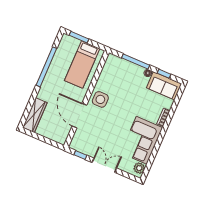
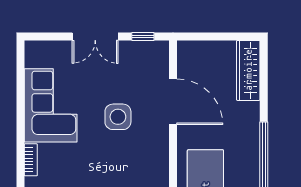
side table: (100, 99) -> (118, 117), moved
plant: (139, 168) -> (34, 57), removed

